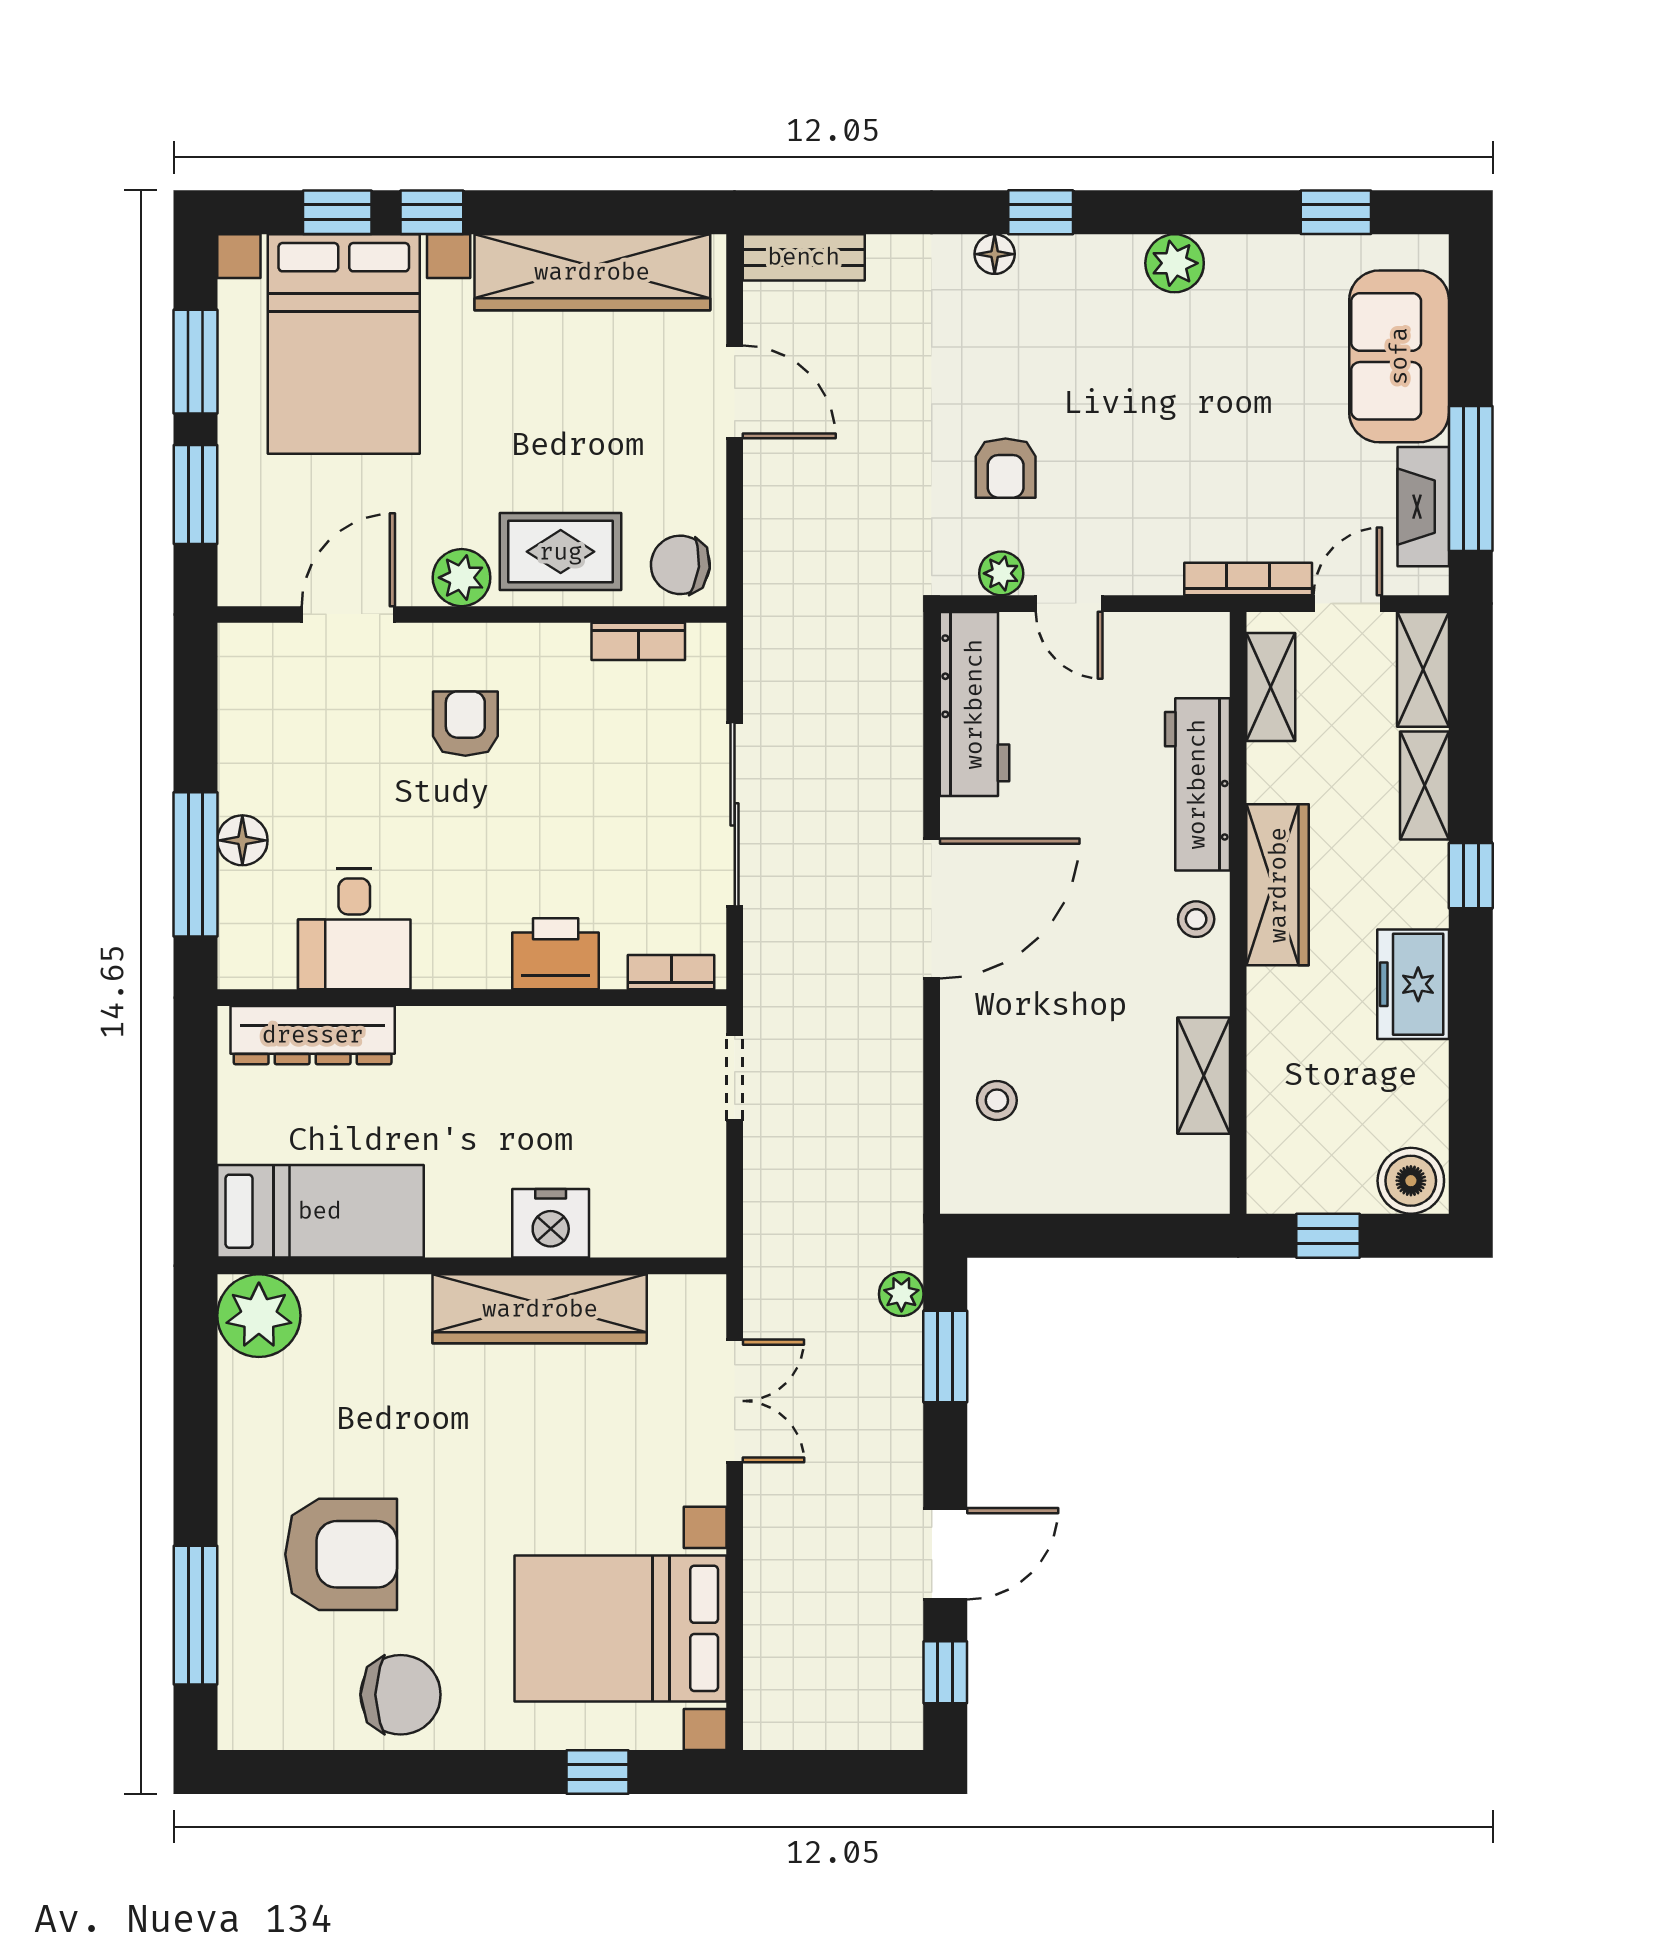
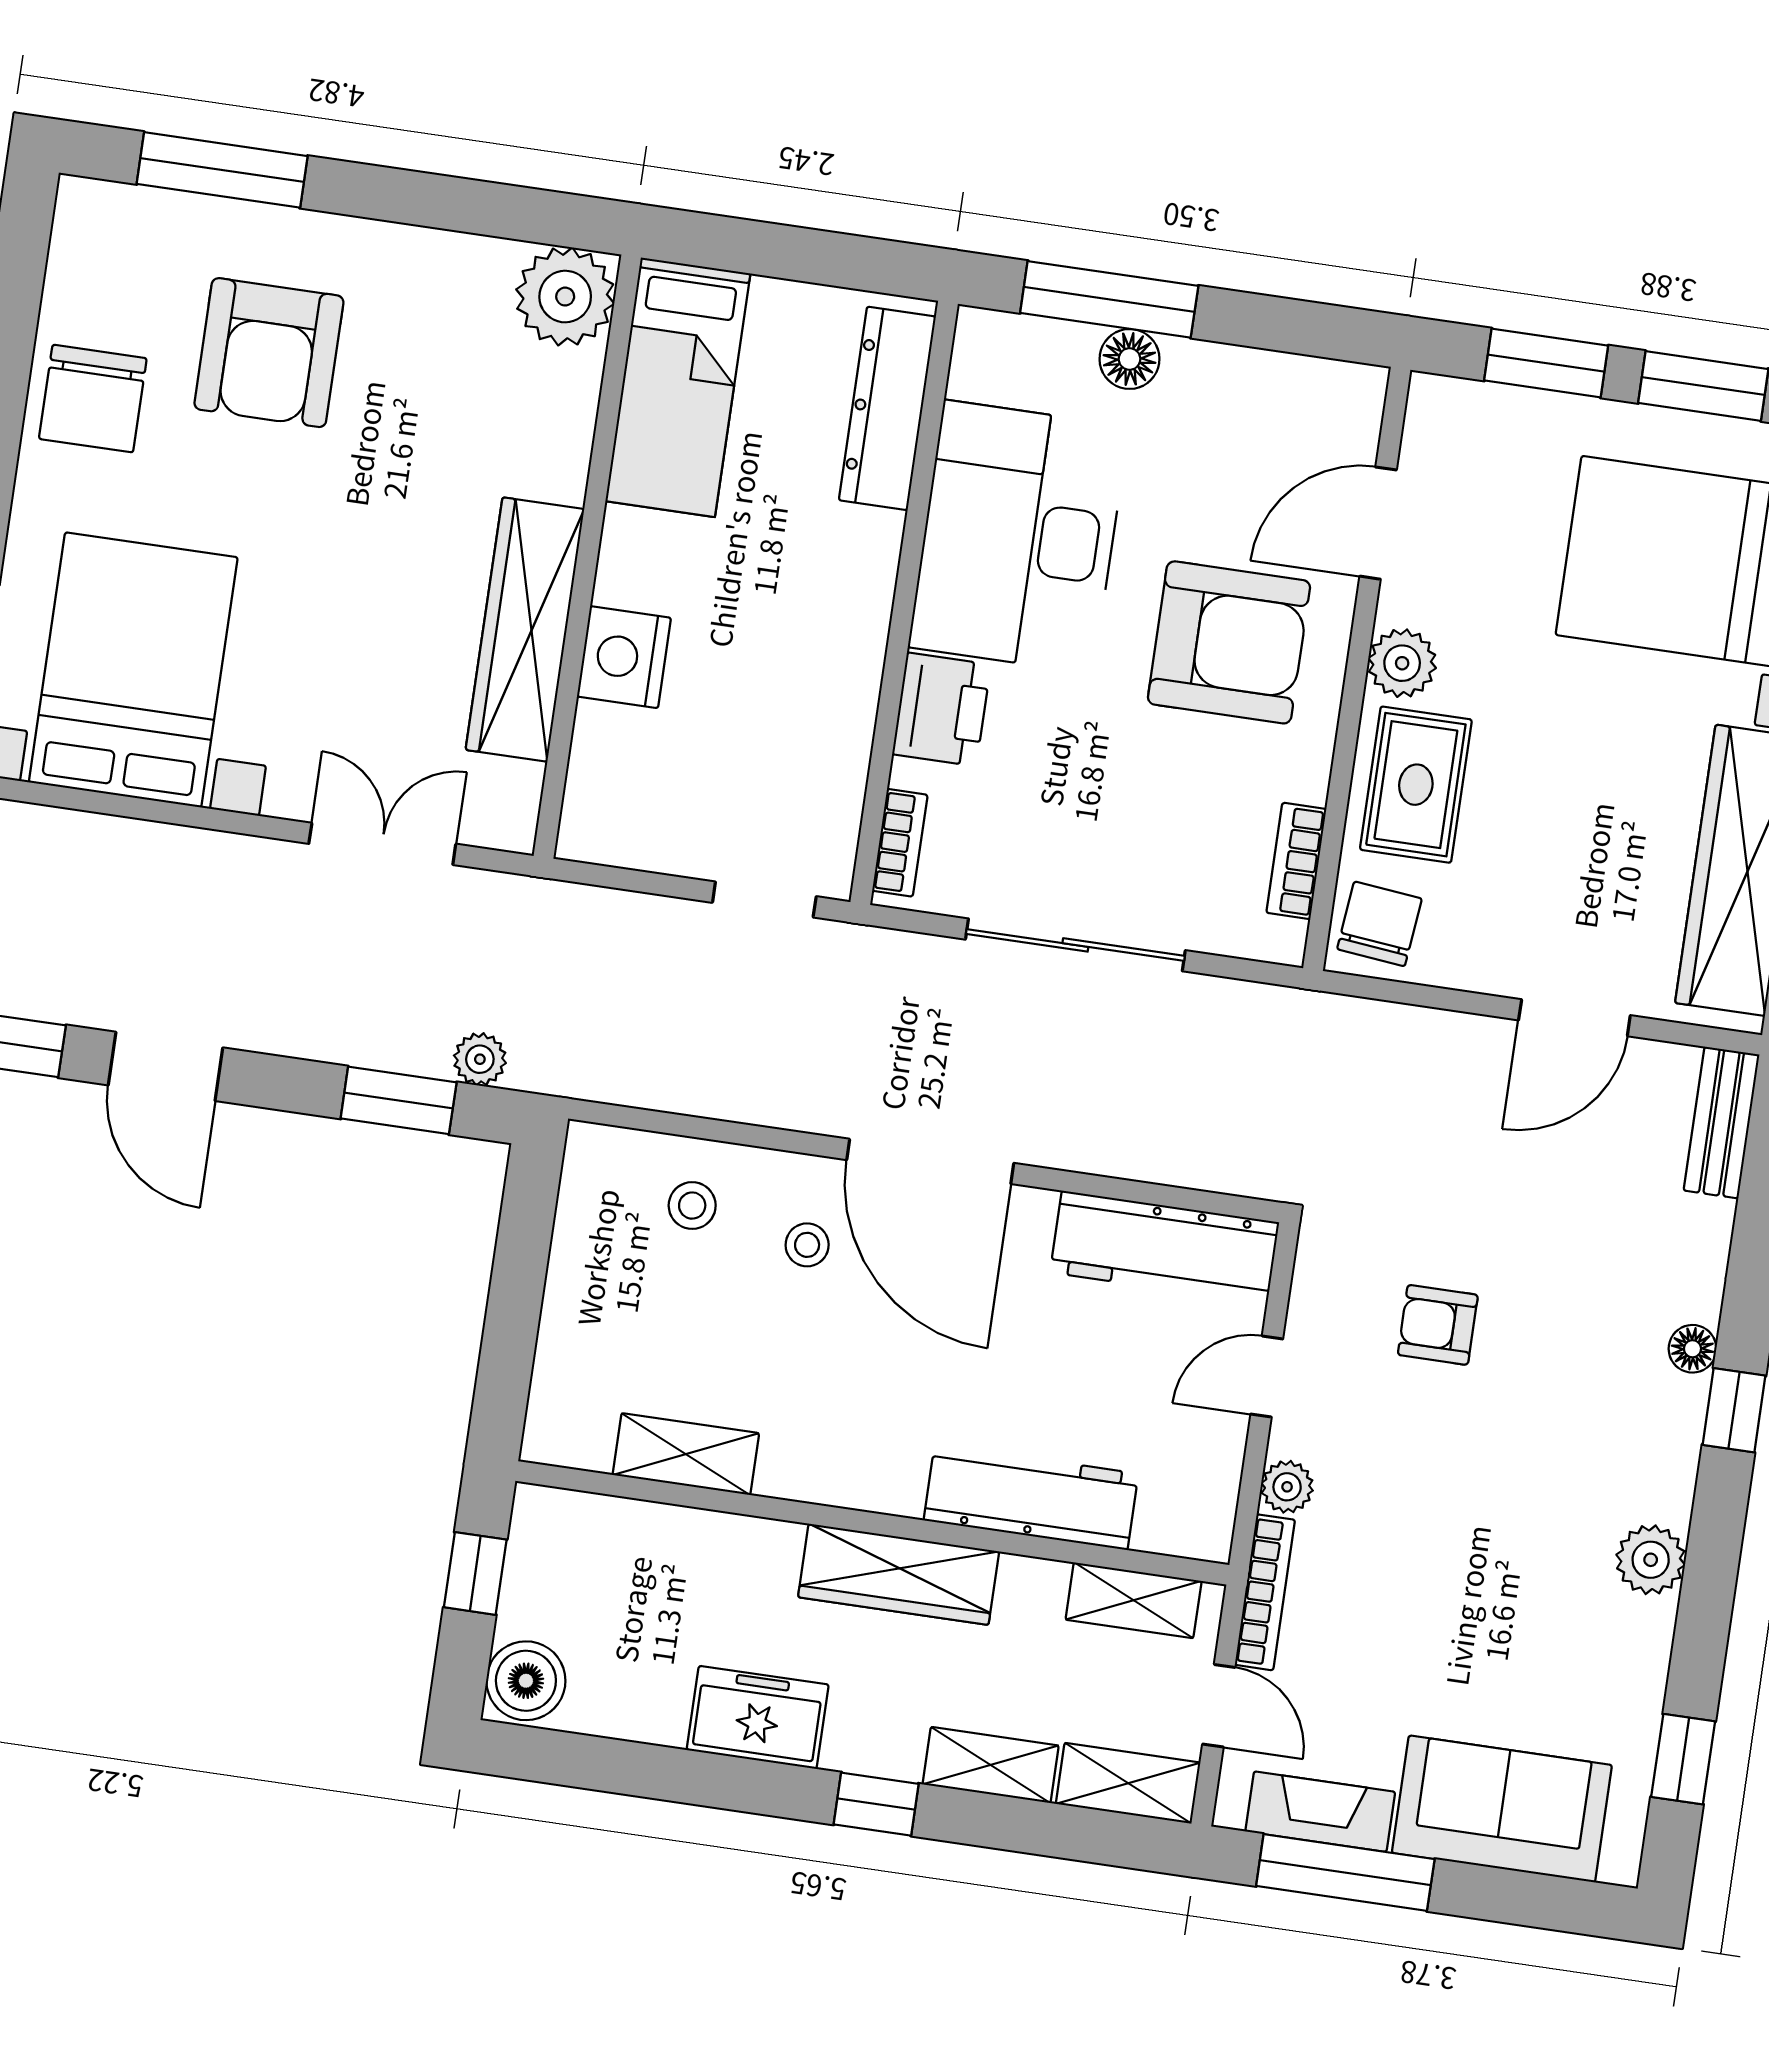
plant: (1001, 573) -> (1287, 1487), moved
door: (348, 614) -> (1378, 523), swing flipped
armchair: (465, 724) -> (1229, 642), width x1.88, depth x1.88
stool: (1196, 919) -> (807, 1245), moved
desk: (354, 929) -> (1018, 537), width x1.87, depth x1.30
double door: (735, 1401) -> (382, 844), swing flipped

